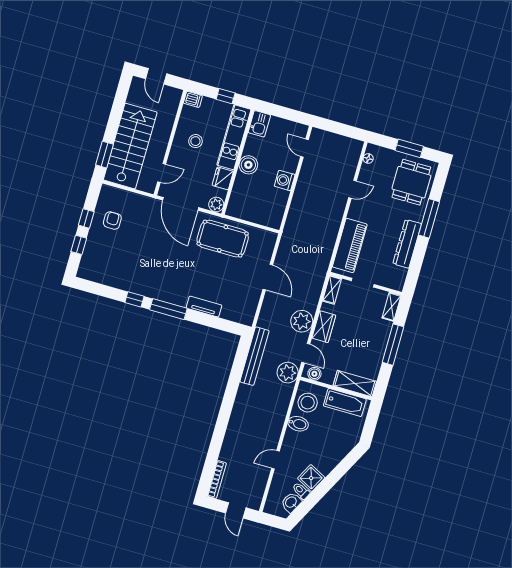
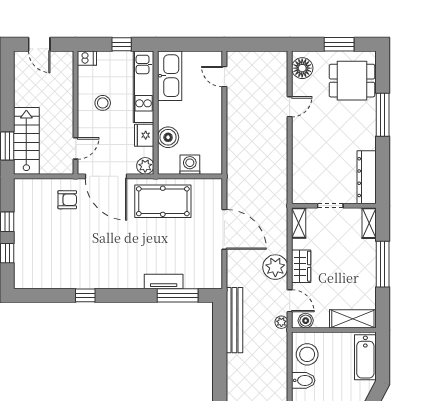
kitchen sink: (259, 124) -> (170, 76), width x1.87, depth x1.24
stairs: (130, 146) -> (26, 141), width x0.73, depth x0.66
floor lamp: (368, 158) -> (302, 68), width x1.89, depth x1.89
boiler: (248, 165) -> (168, 137), moved
washing machine: (285, 180) -> (190, 165), moved, turned 90
dining table: (411, 182) -> (352, 81), turned 90
armchair: (112, 220) -> (67, 200), moved, turned 90
dresser: (407, 244) -> (367, 177), moved
piano: (350, 246) -> (304, 169), removed
door: (268, 277) -> (224, 229), width x1.36
window: (168, 309) -> (178, 295), moved
plant: (288, 373) -> (281, 322), width x0.53, depth x0.53
bathtub: (345, 402) -> (365, 357), moved, turned 90

